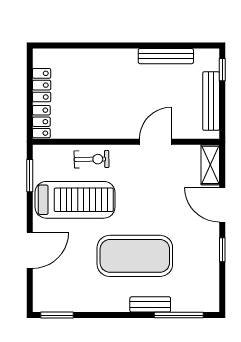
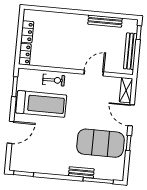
exercise mat: (135, 256) -> (100, 143), moved

